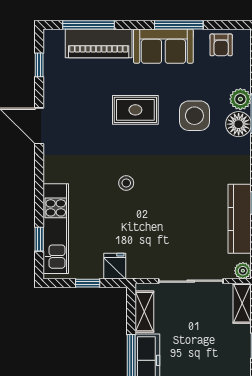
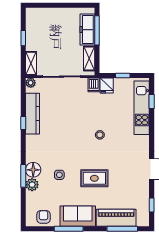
side table: (194, 116) -> (59, 175), width x0.54, depth x0.54
dishwasher: (137, 267) -> (94, 85), added

